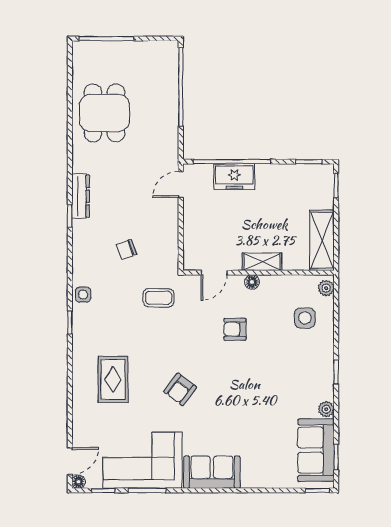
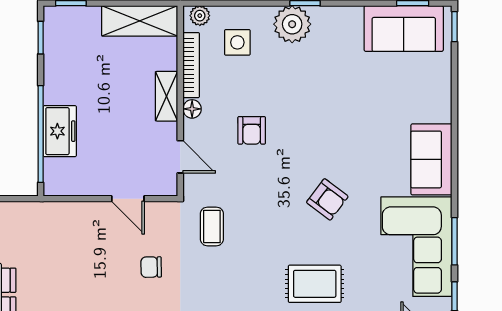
door: (181, 184) -> (128, 199), moved
chair: (126, 249) -> (151, 267), turned 109
bookcase: (287, 281) -> (191, 65), added
plant: (326, 409) -> (292, 24), moved, width x1.88, depth x1.88

